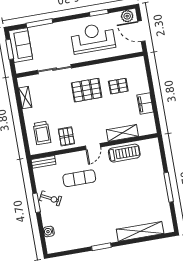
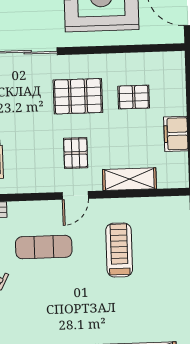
pallet: (66, 136) -> (76, 153), moved
treadmill: (124, 153) -> (119, 250), moved, turned -90

